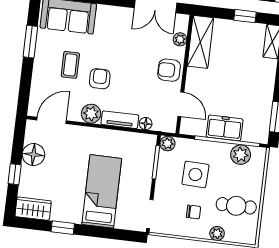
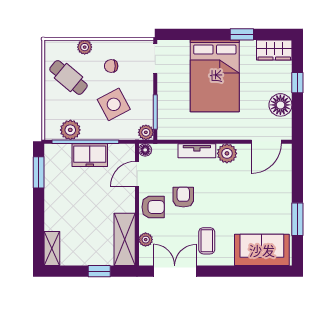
window: (245, 16) -> (99, 271), moved
coffee table: (70, 65) -> (207, 241), moved
armchair: (100, 79) -> (183, 197), moved, turned 180
door: (181, 104) -> (137, 174), hinge flipped
floor lamp: (146, 124) -> (145, 150), moved
side table: (195, 174) -> (114, 104), turned -30
bed: (102, 191) -> (215, 76), width x1.50
cafe table: (236, 206) -> (69, 77), turned 40

